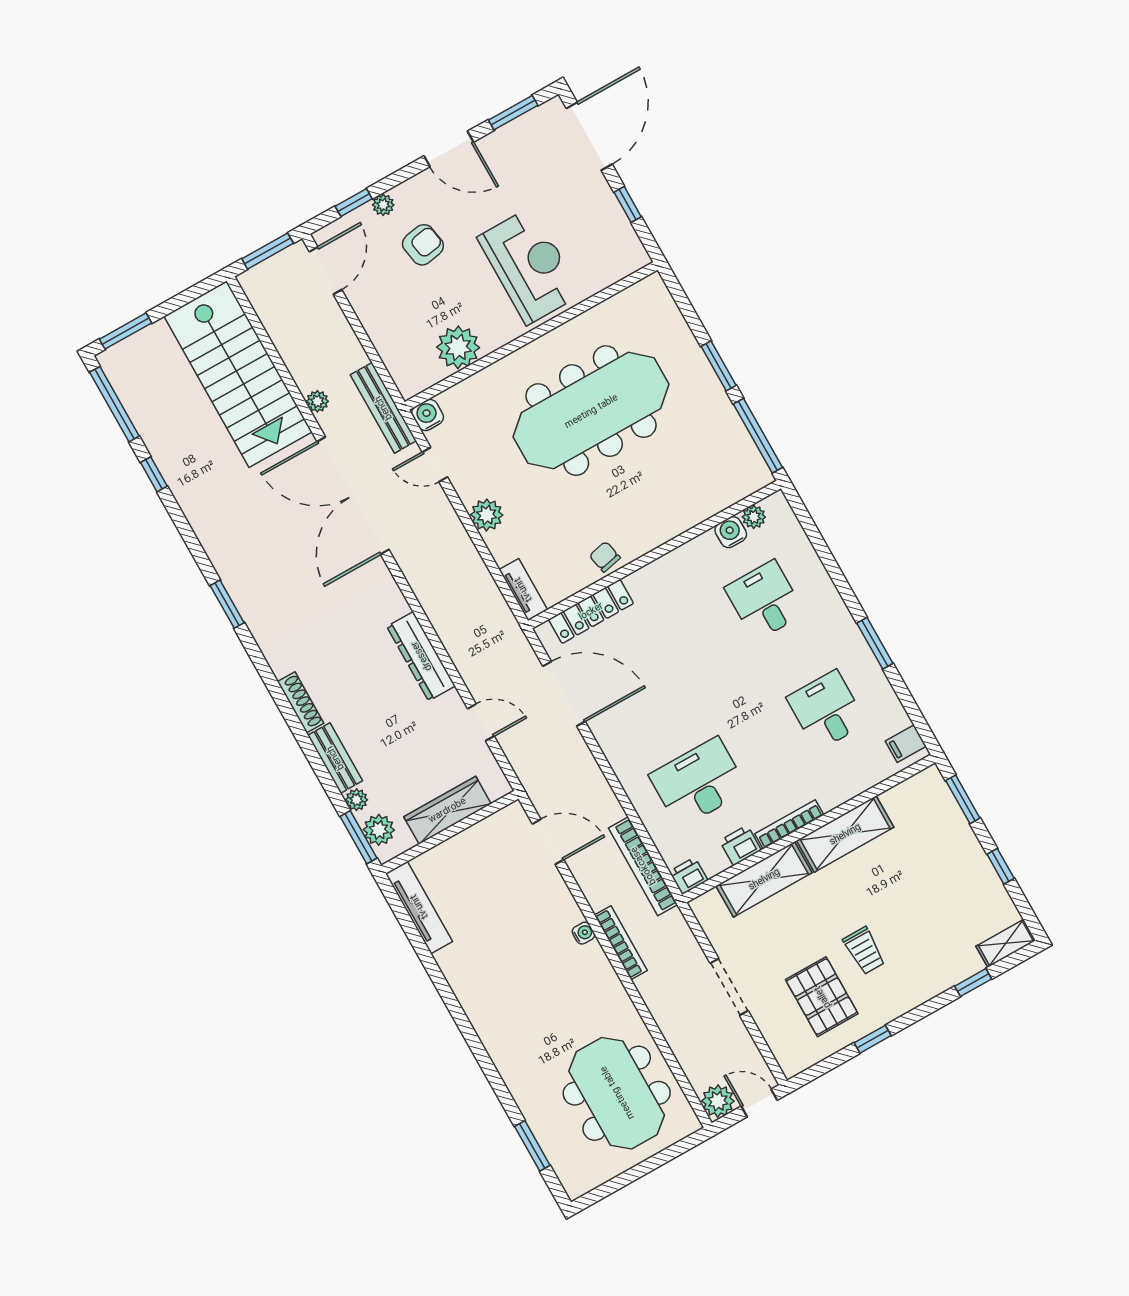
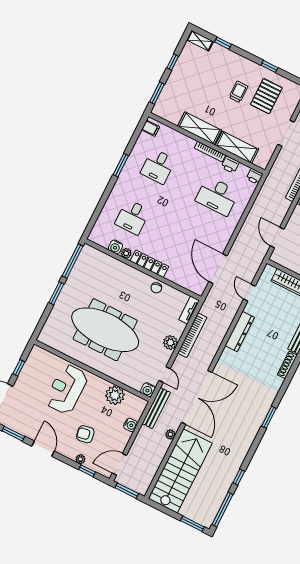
water cooler: (384, 339) -> (130, 425), added
plant: (754, 517) -> (126, 253), moved
locker: (591, 611) -> (149, 264), moved
bookcase: (643, 866) -> (192, 335), moved

